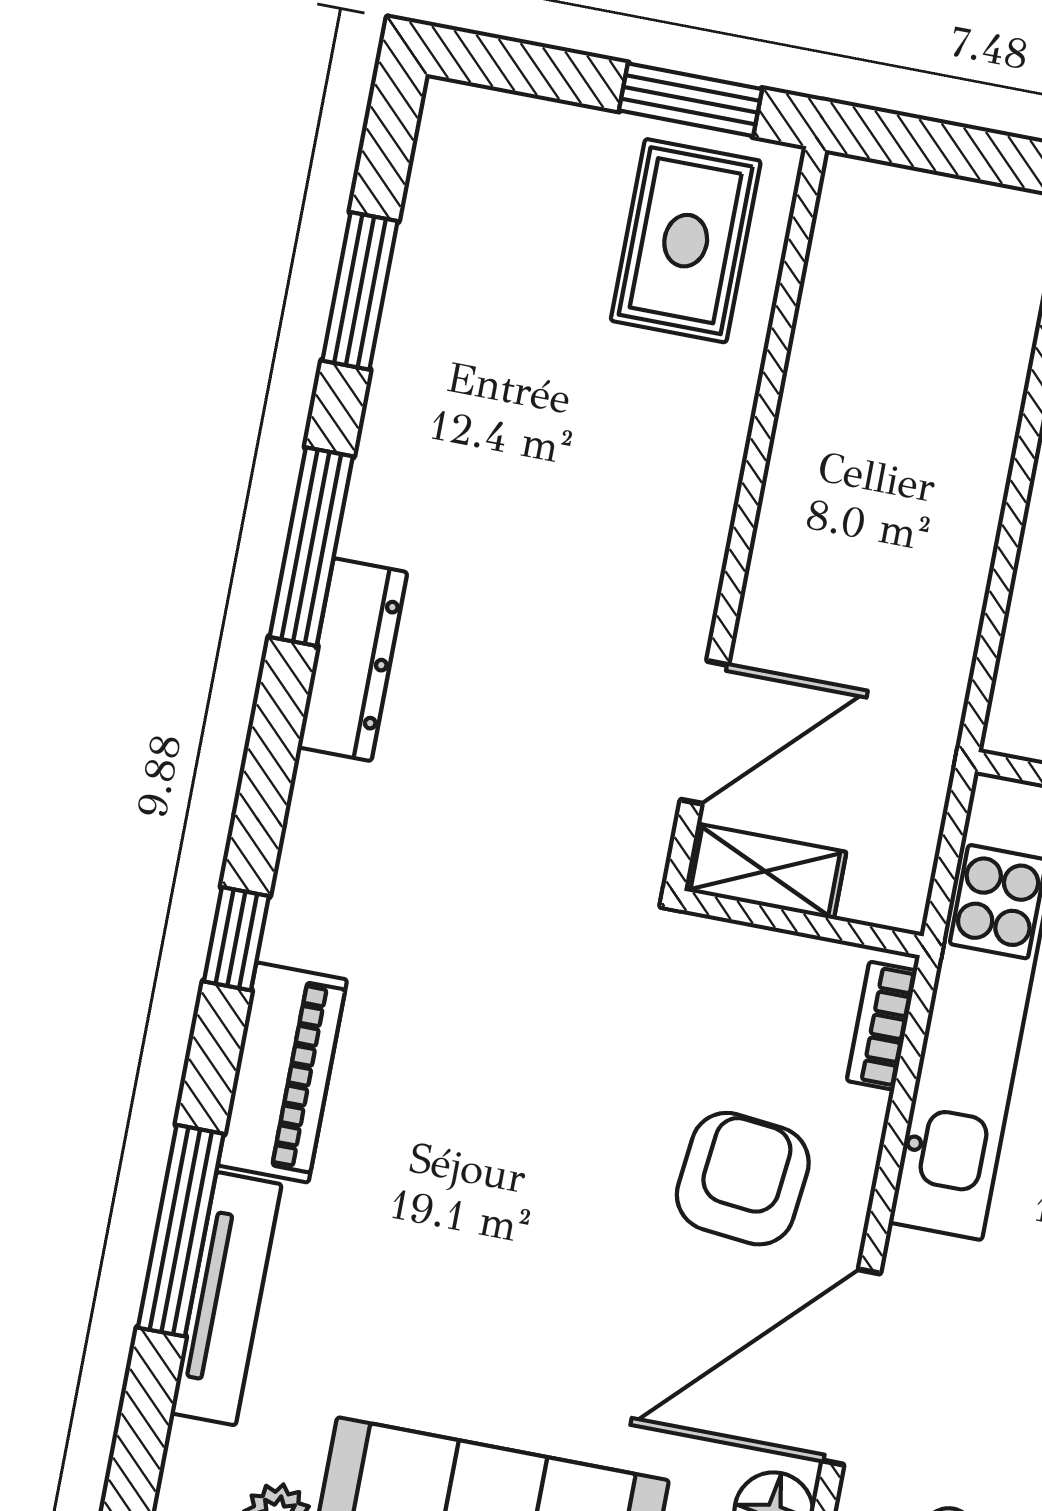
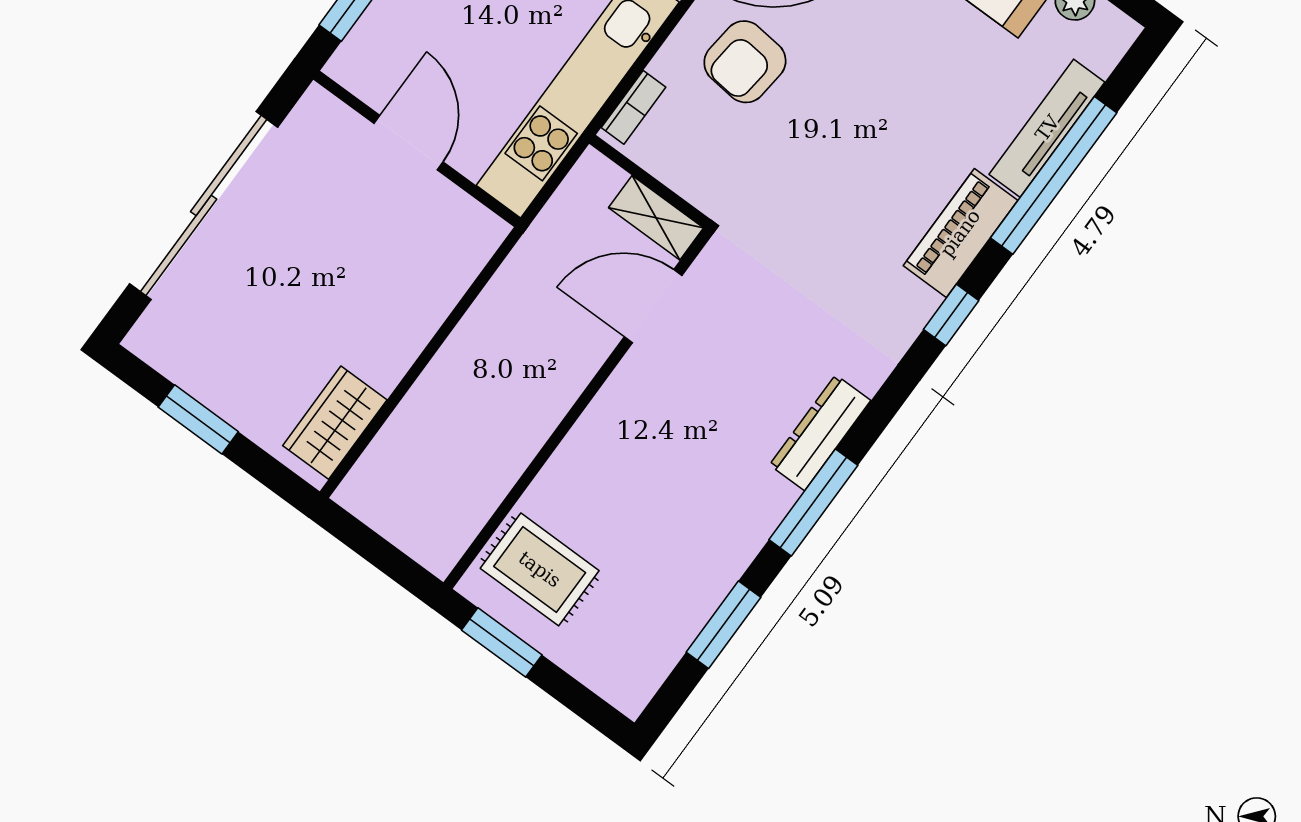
rug: (686, 241) -> (540, 569), turned 90
window: (181, 1231) -> (1054, 175), width x1.46

